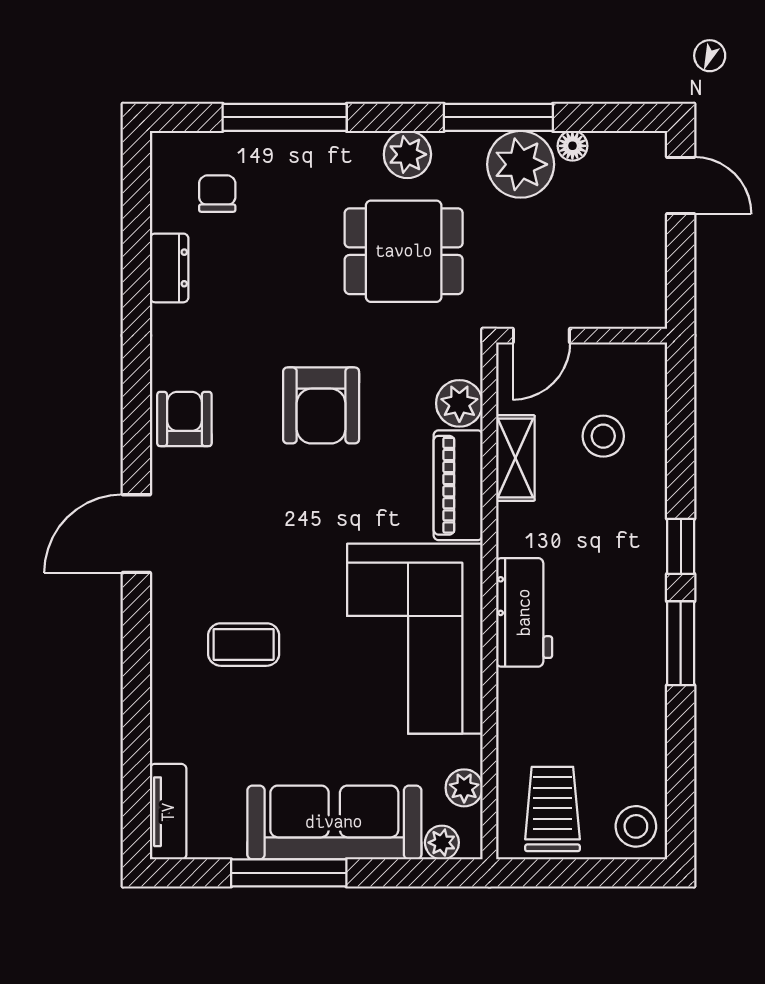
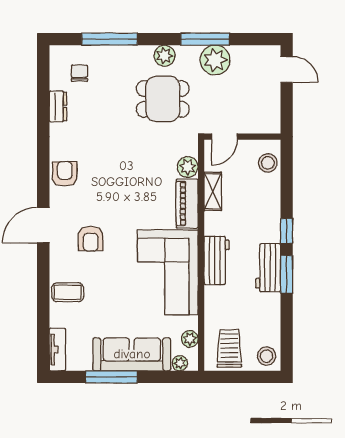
floor lamp: (572, 146) -> (238, 52), removed
armchair: (321, 405) -> (91, 239), moved, width x0.72, depth x0.72
stool: (603, 436) -> (268, 163), moved
workbench: (639, 629) -> (268, 268), added
coffee table: (244, 645) -> (68, 292), moved

